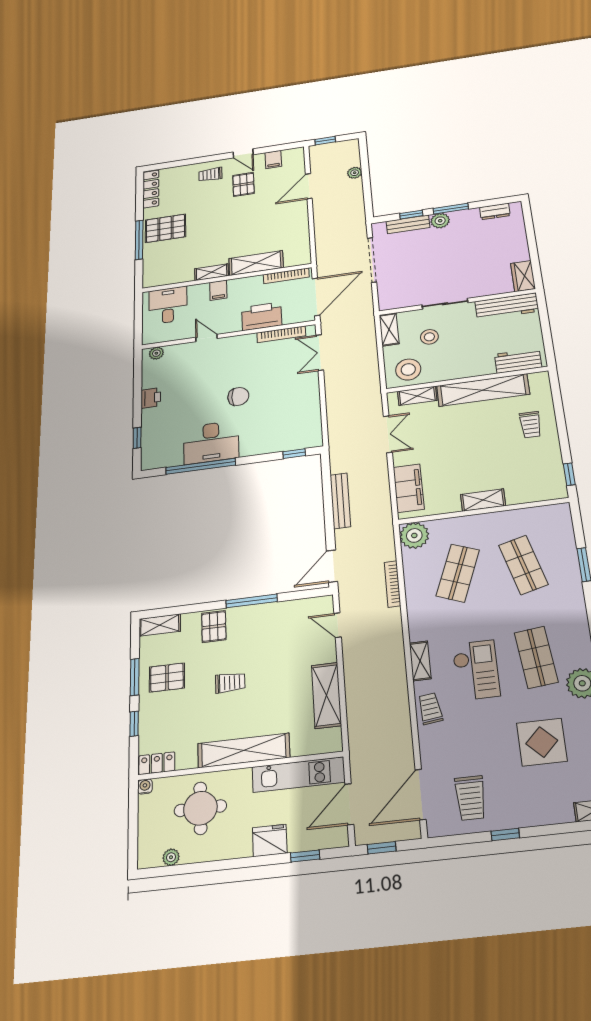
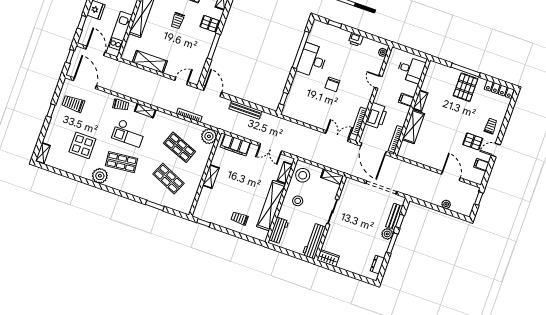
stool: (429, 337) -> (298, 201), moved
door: (207, 338) -> (378, 82), swing flipped
shop shelf: (523, 565) -> (168, 179), turned 39

